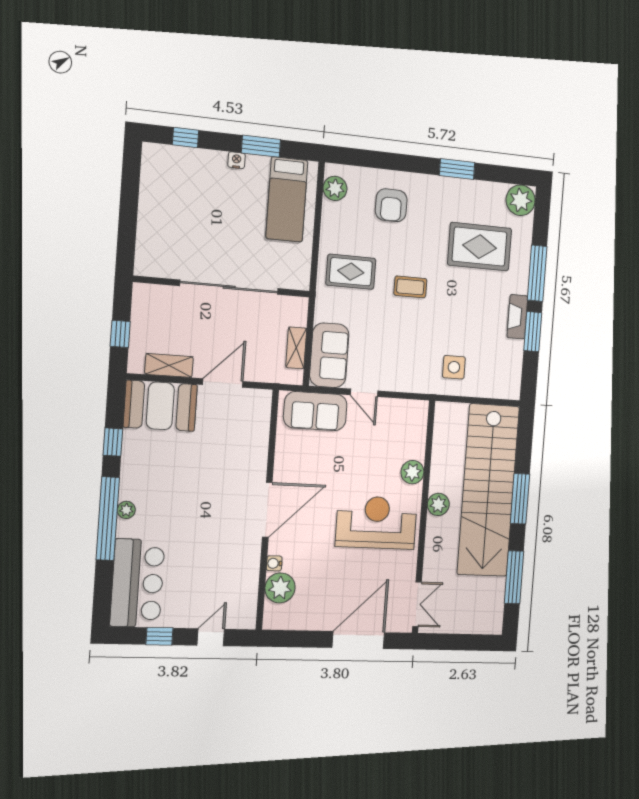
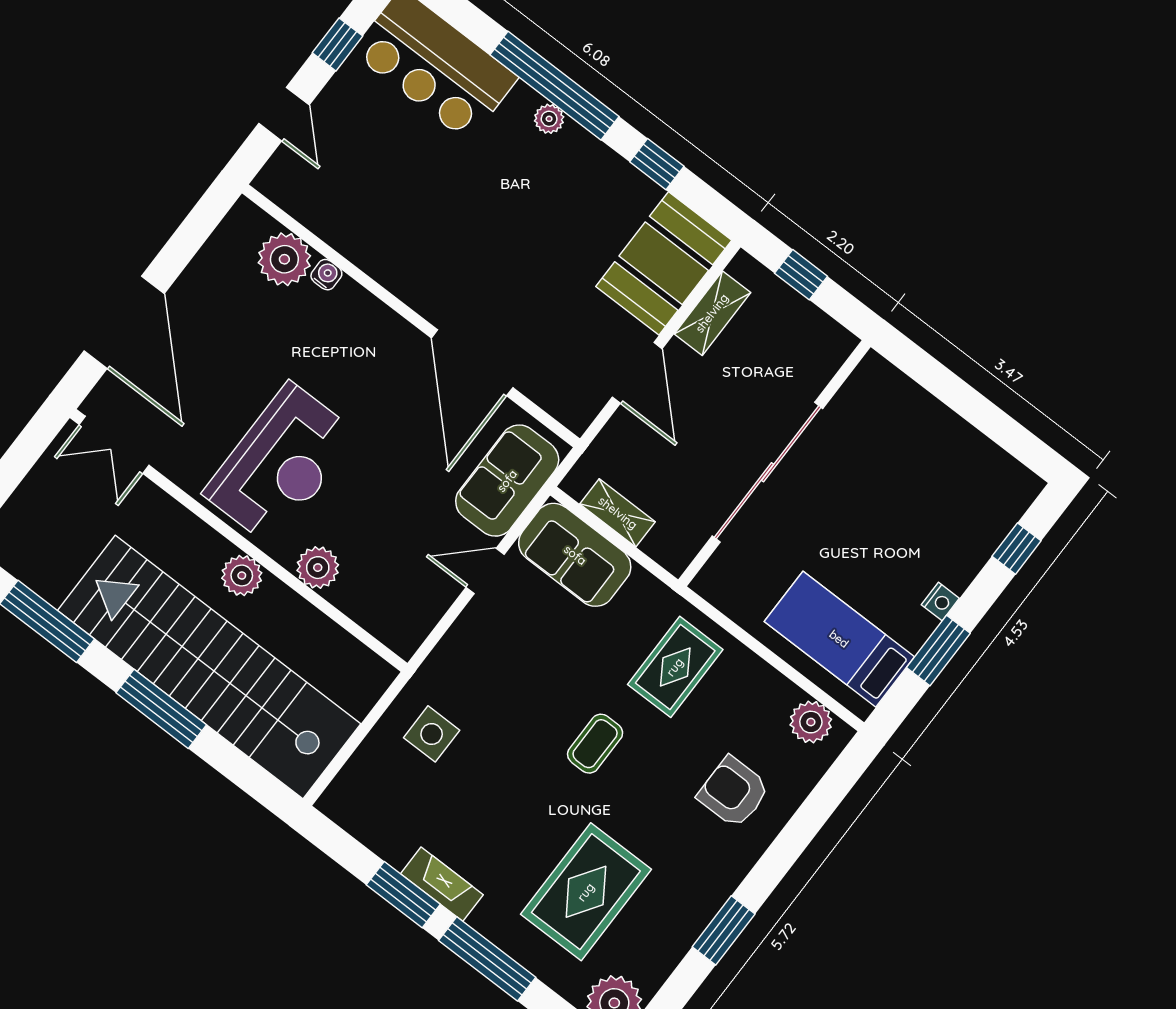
door: (267, 510) -> (472, 363), moved

